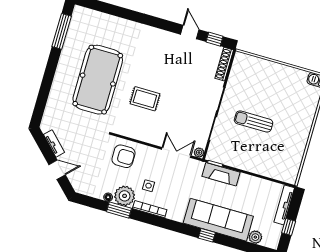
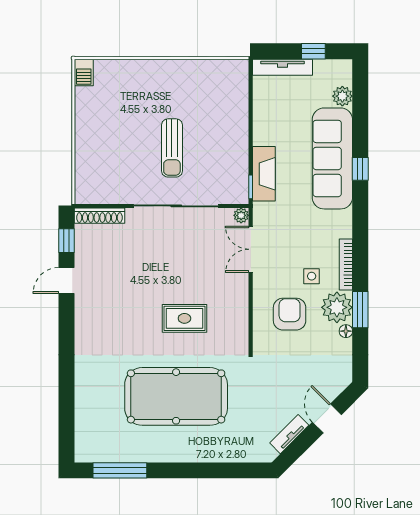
rug: (145, 99) -> (184, 318), turned 90
armchair: (123, 156) -> (290, 314), moved

